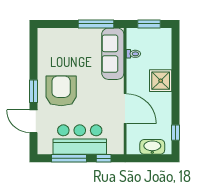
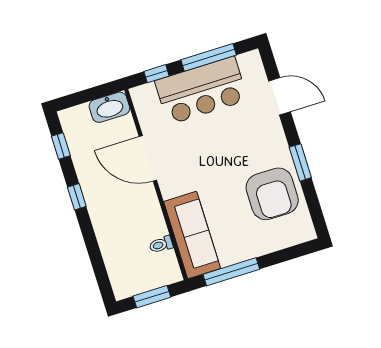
shower: (161, 81) -> (108, 217), removed
window: (33, 91) -> (300, 162), moved
armchair: (61, 91) -> (272, 194), moved
window: (175, 99) -> (77, 197), added
washbasin: (152, 147) -> (109, 107), moved

